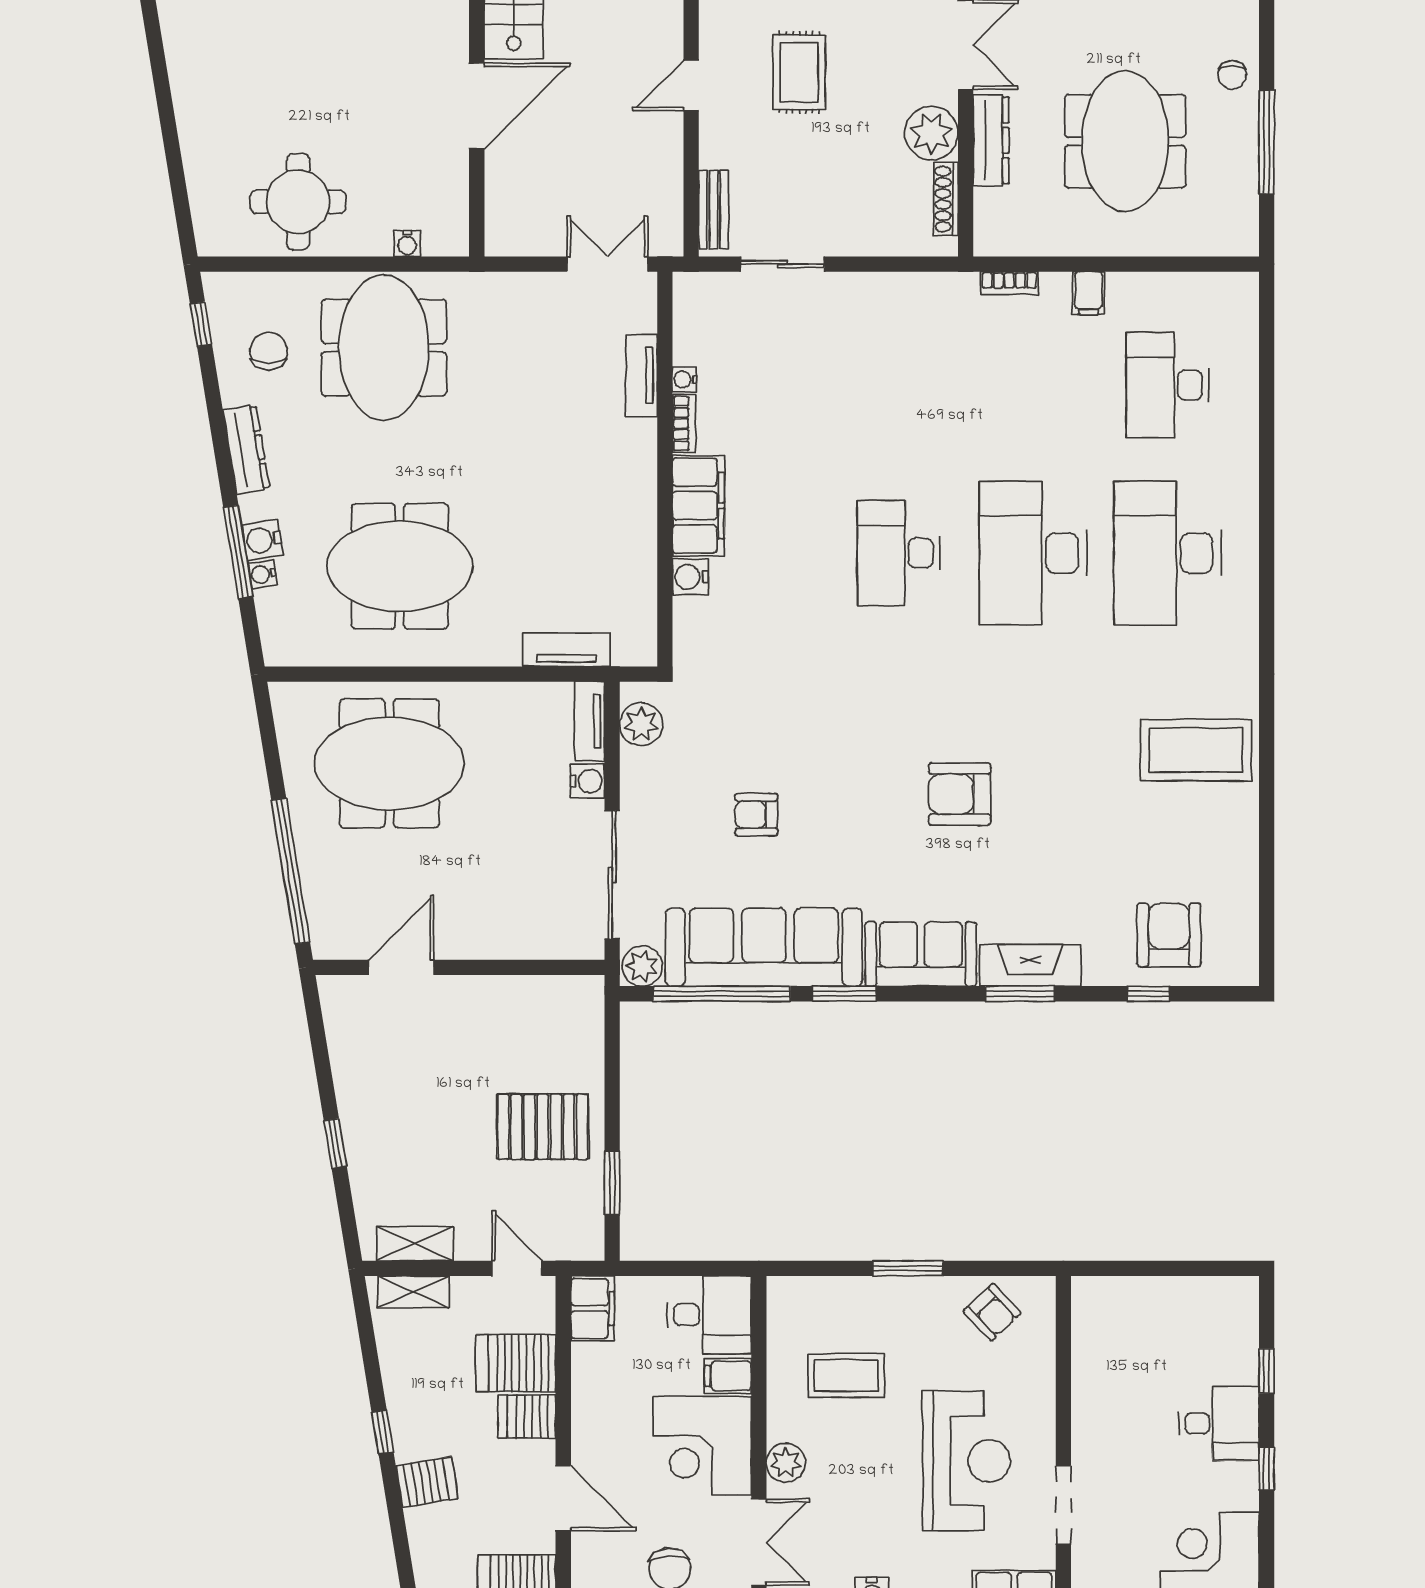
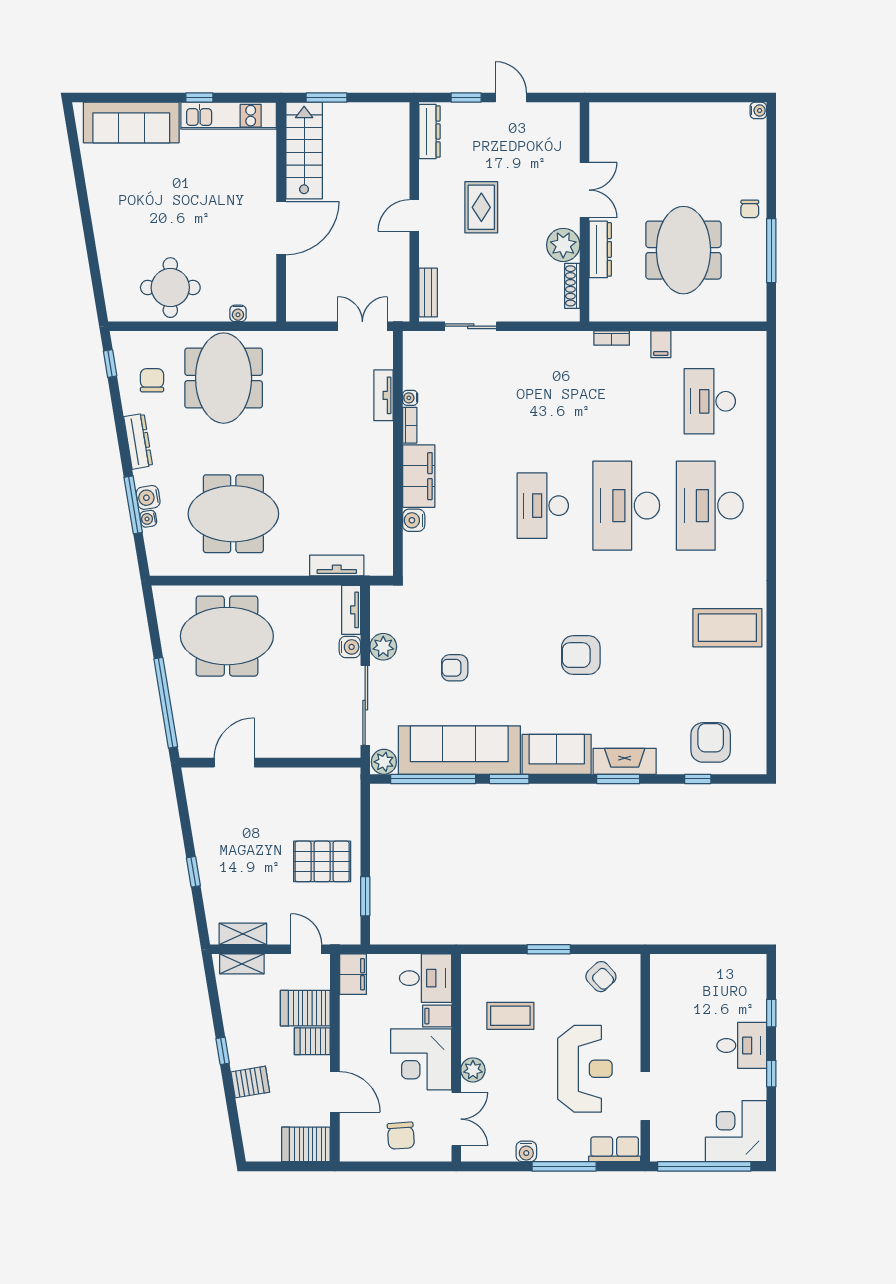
plant: (641, 724) -> (383, 647), moved

